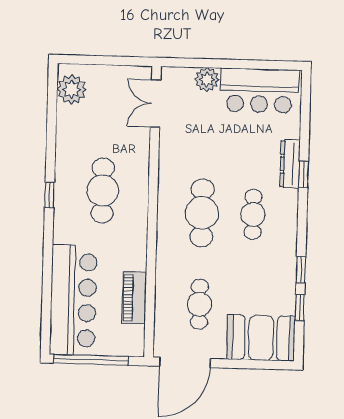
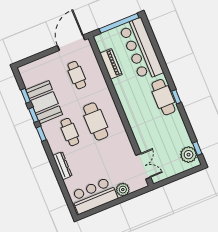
window: (52, 93) -> (197, 148), added
window: (304, 175) -> (41, 134), moved
cafe table: (103, 190) -> (163, 97), moved
booth: (261, 338) -> (44, 102), moved, turned 90

